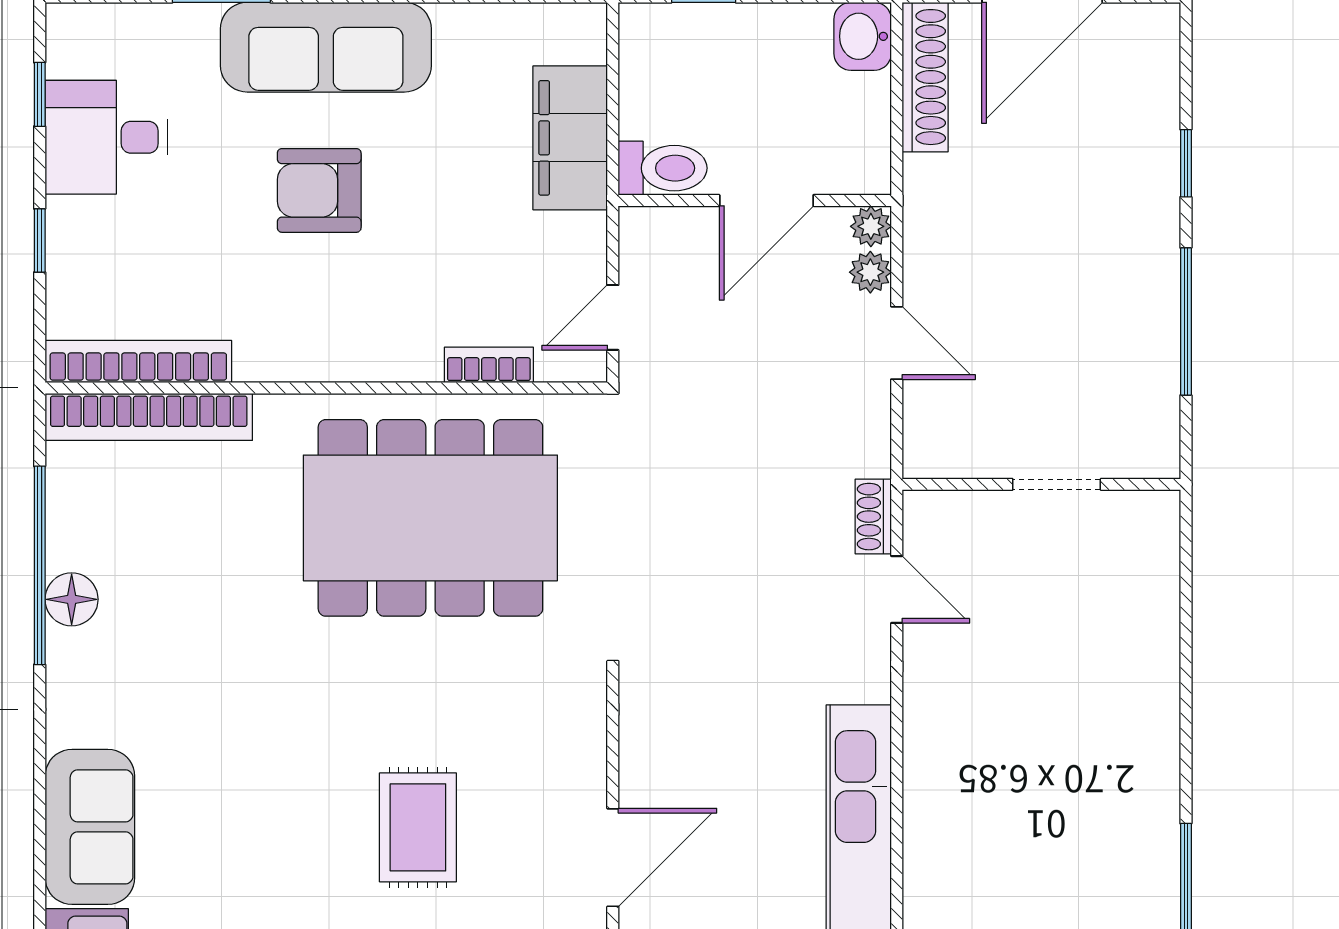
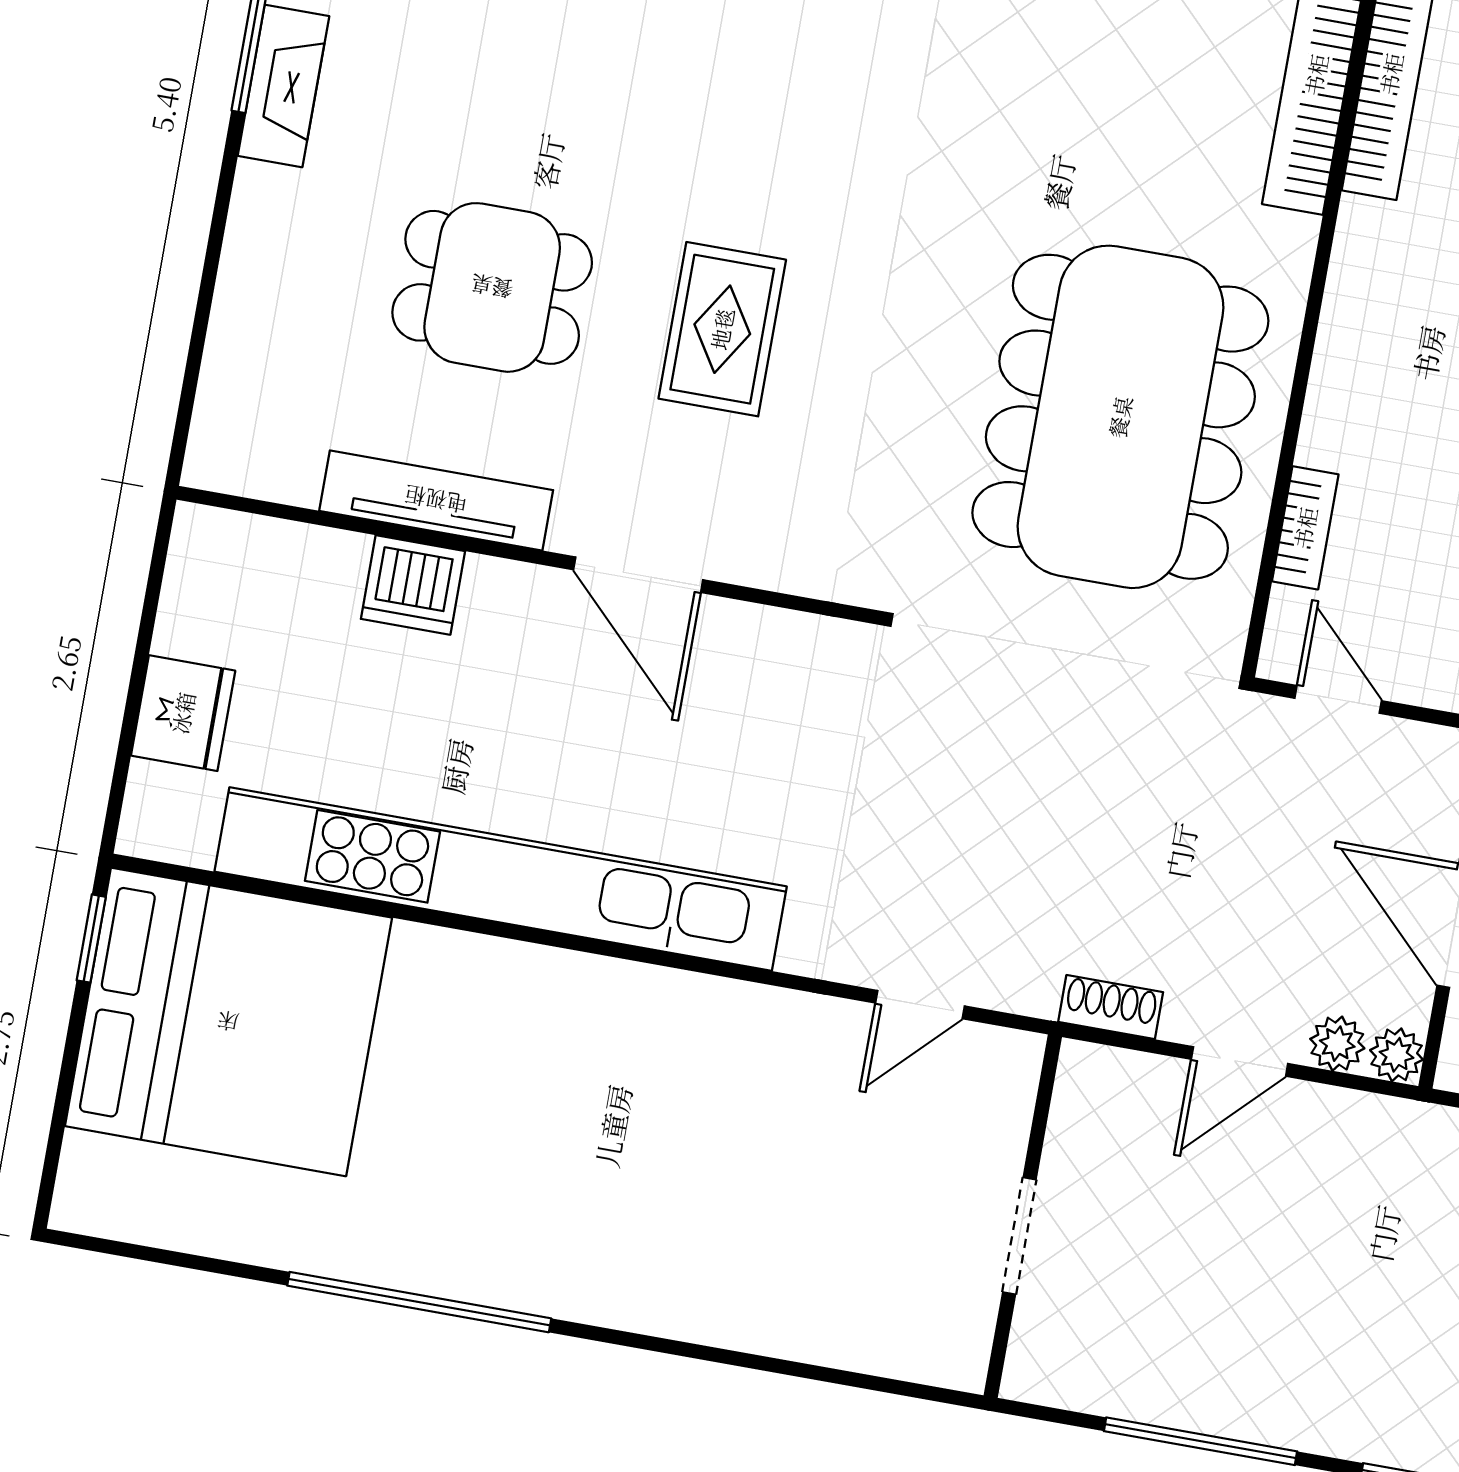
shoe rack: (873, 517) -> (1111, 1007), moved
rug: (418, 827) -> (722, 329), turned 90

